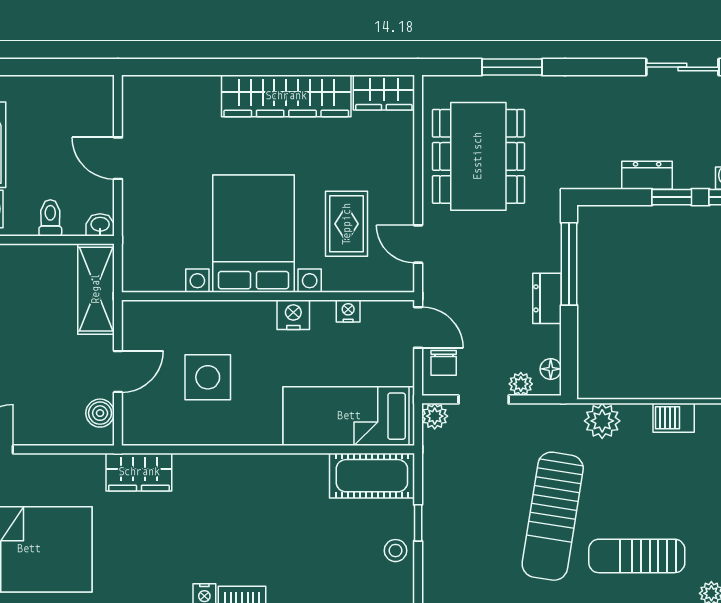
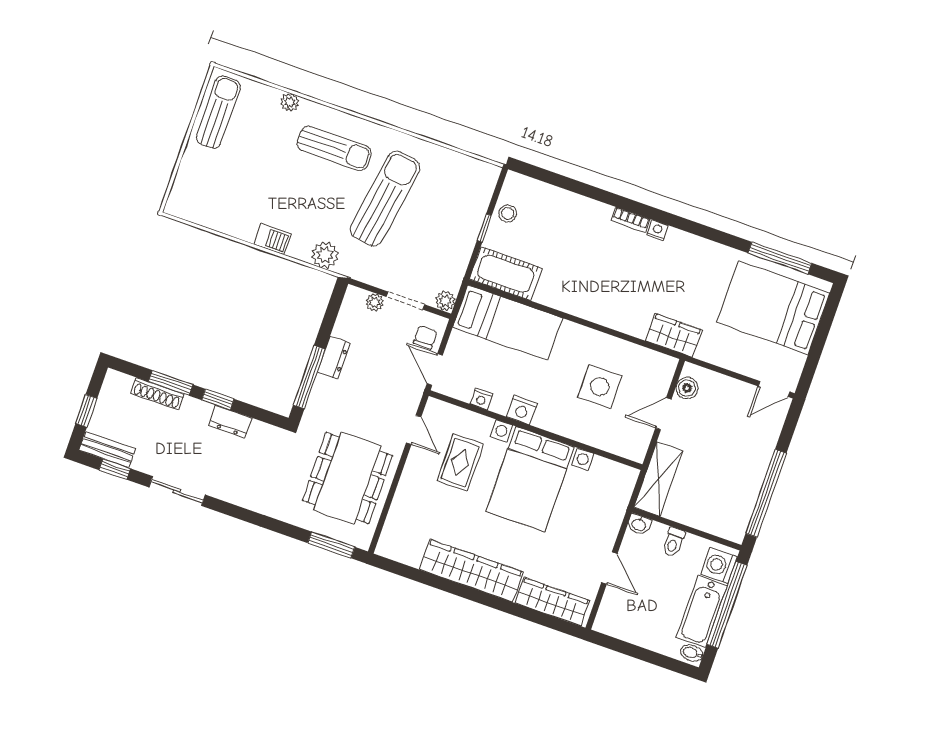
window: (512, 67) -> (331, 545), moved
wardrobe: (384, 93) -> (552, 602), moved, width x1.50
floor lamp: (551, 369) -> (349, 306), removed

